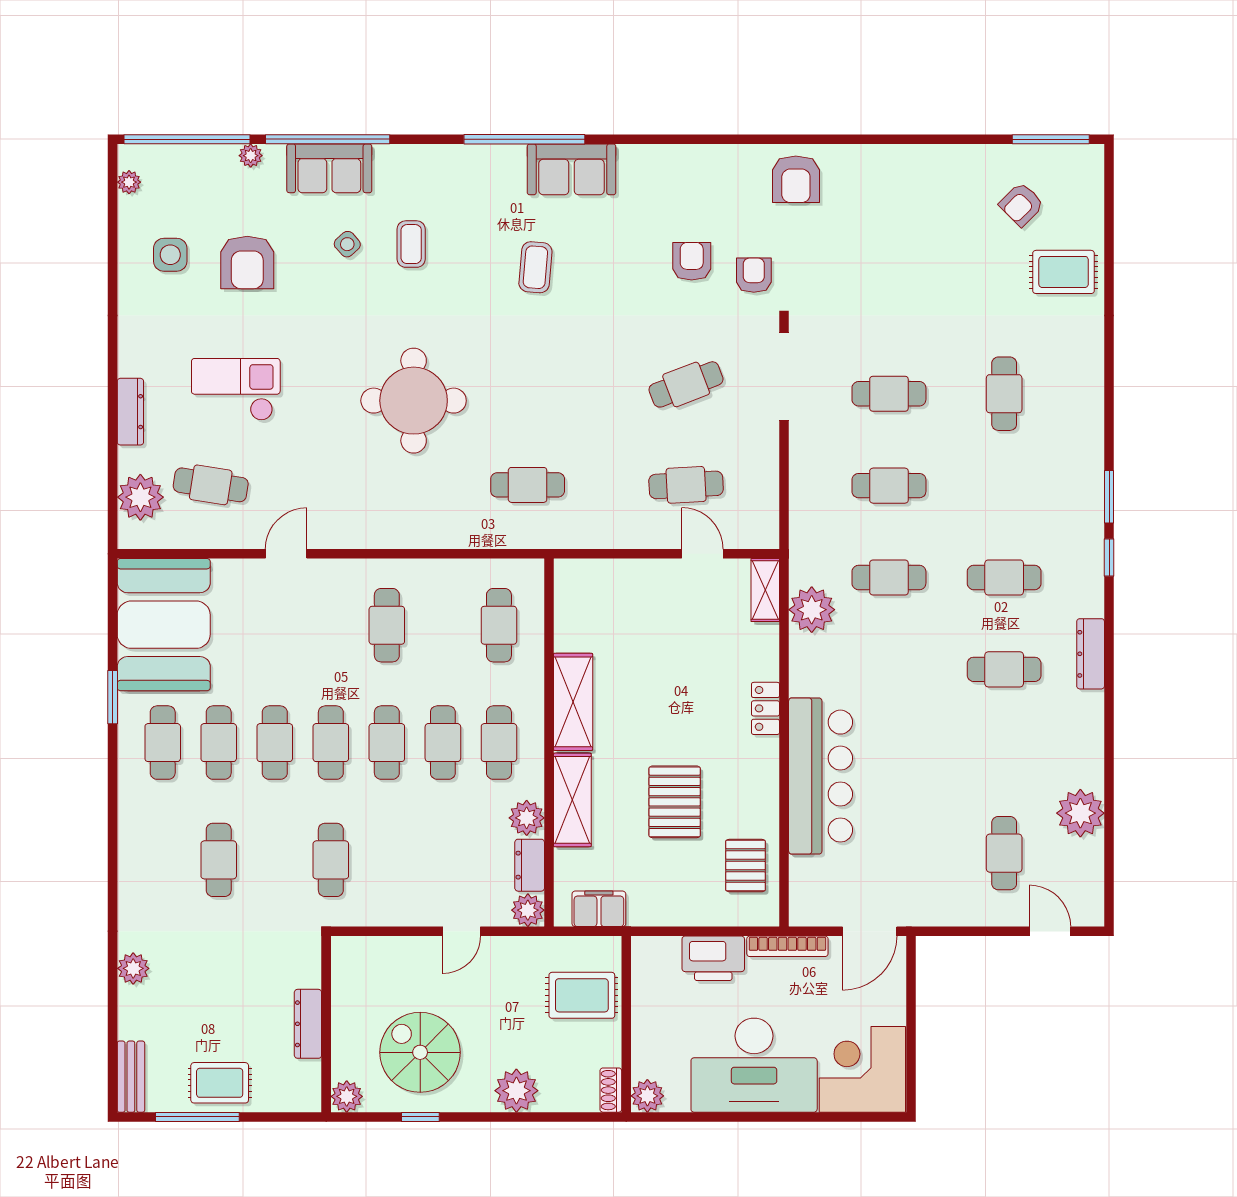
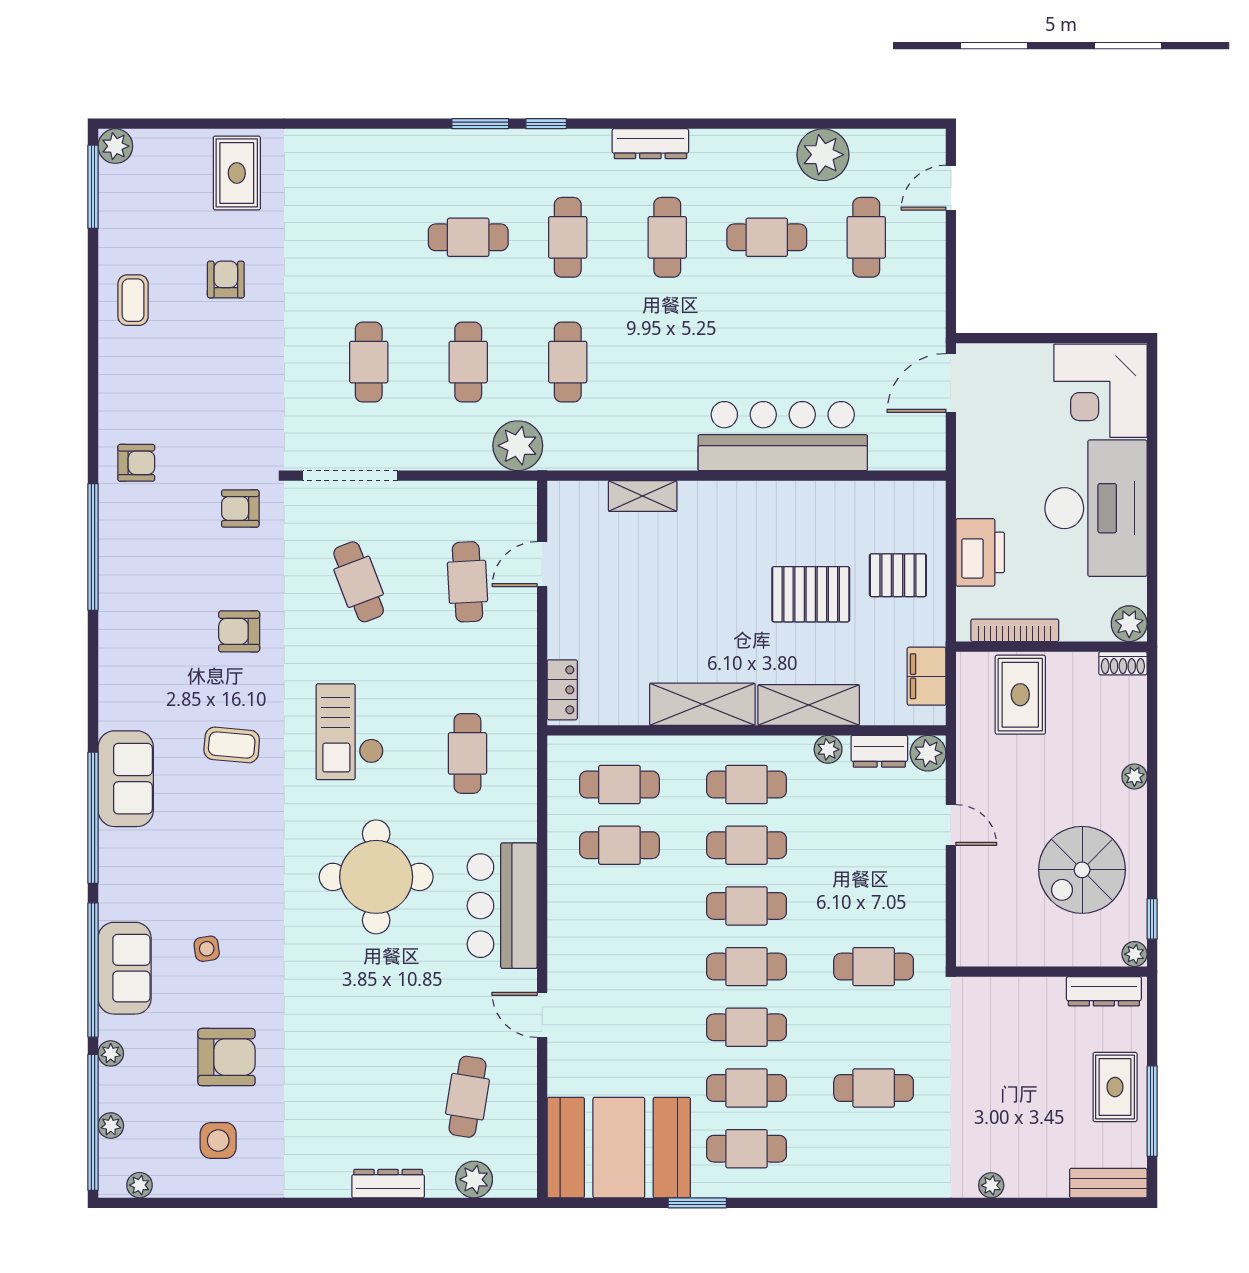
window: (524, 139) -> (93, 818), moved
window: (718, 139) -> (93, 547), added
plant: (184, 156) -> (111, 1126), added
plant: (1088, 160) -> (115, 146), added
sofa: (571, 169) -> (126, 779), moved
armchair: (796, 179) -> (136, 463), width x0.72, depth x0.72
armchair: (1021, 204) -> (226, 279), moved, turned -135
side table: (347, 244) -> (207, 949), turned 34
coffee table: (411, 244) -> (133, 300), moved, turned 90
armchair: (692, 261) -> (239, 631), moved
checkout: (236, 389) -> (350, 732), moved
cafe table: (1004, 394) -> (468, 237), moved
plant: (140, 497) -> (474, 1179), width x0.73, depth x0.73
bar counter: (387, 517) -> (502, 906), added
shelving: (765, 590) -> (643, 496), moved
plant: (812, 610) -> (518, 446), moved
cafe table: (387, 625) -> (619, 845), moved
locker: (765, 708) -> (562, 690), moved, turned -90
cafe table: (1004, 761) -> (767, 237), added
plant: (527, 818) -> (828, 749), width x0.73, depth x0.73
cafe table: (1004, 853) -> (866, 237), turned 90
pallet: (745, 866) -> (898, 575), moved
door: (870, 931) -> (951, 383), swing flipped
bookcase: (787, 946) -> (1015, 630), moved, turned -90
plant: (133, 968) -> (991, 1185), width x0.73, depth x0.73
dresser: (308, 1024) -> (1104, 991), moved
plant: (516, 1091) -> (1134, 776), width x0.53, depth x0.53
plant: (347, 1096) -> (1134, 954), width x0.73, depth x0.73
window: (420, 1117) -> (1152, 919), moved

